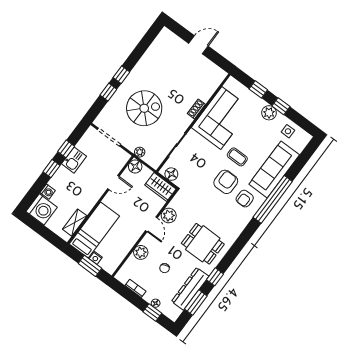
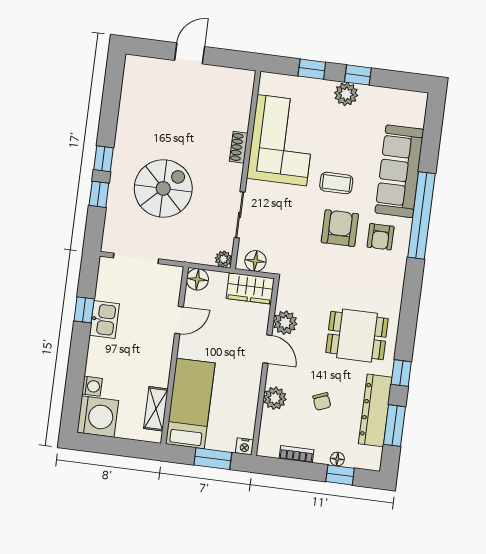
side table: (288, 131) -> (388, 105), removed
plant: (140, 152) -> (223, 259), moved
window: (51, 169) -> (79, 350), removed
nightstand: (96, 258) -> (245, 446), moved

